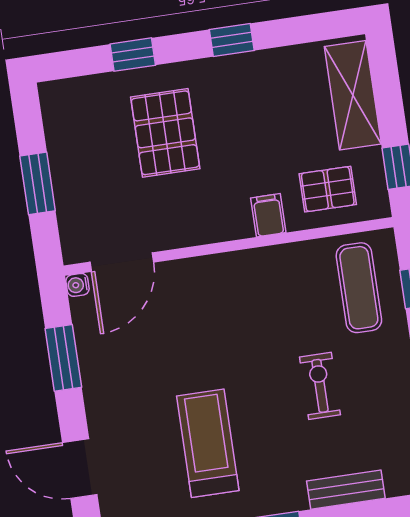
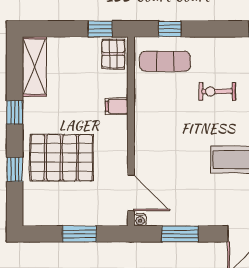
shelving: (353, 95) -> (34, 67), moved, turned 90
pallet: (165, 133) -> (62, 158), width x1.37, depth x1.41
pallet: (328, 189) -> (113, 54), moved

